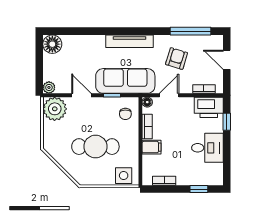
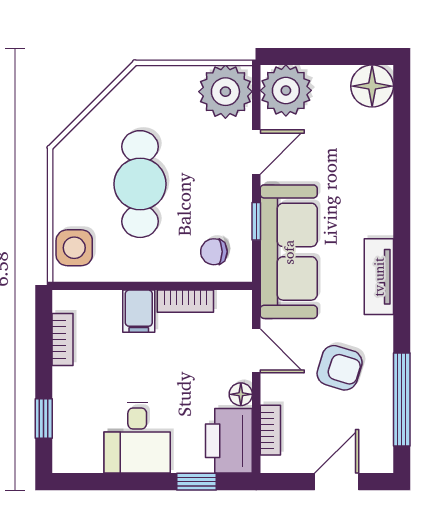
tv unit: (130, 41) -> (379, 277), width x0.71
plant: (49, 87) -> (286, 90), width x1.88, depth x1.88
floor lamp: (147, 102) -> (241, 394), moved

